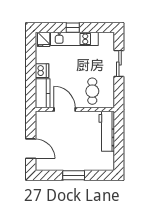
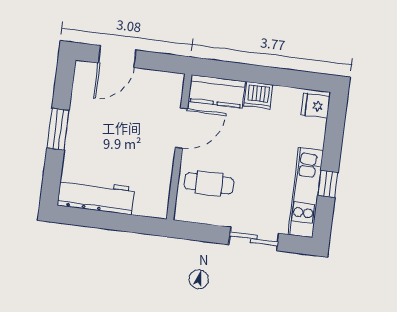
window: (73, 28) -> (328, 184), moved
kitchen unit: (74, 39) -> (306, 192), moved
workbench: (107, 131) -> (96, 196), moved

